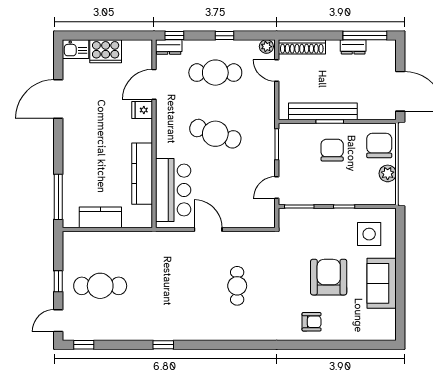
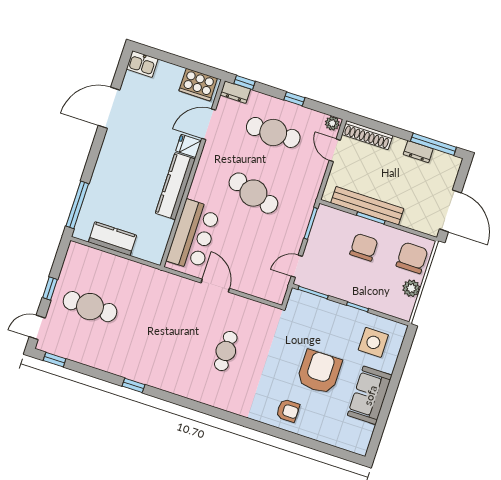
cooker: (106, 51) -> (198, 85), moved
kitchen counter: (142, 174) -> (175, 186), moved

